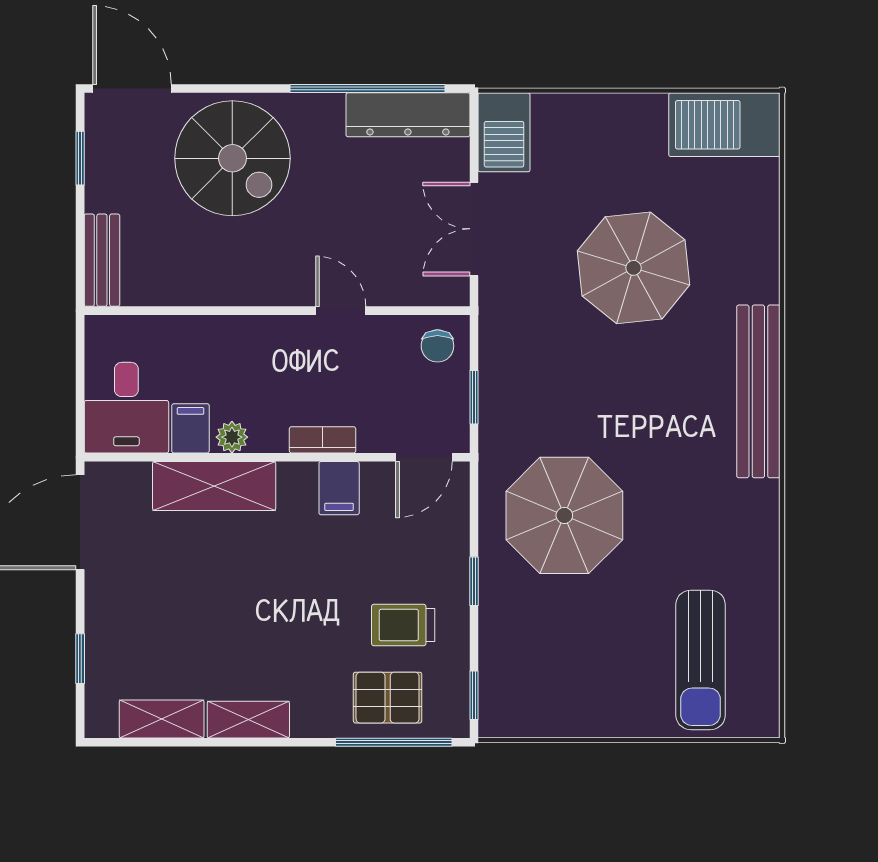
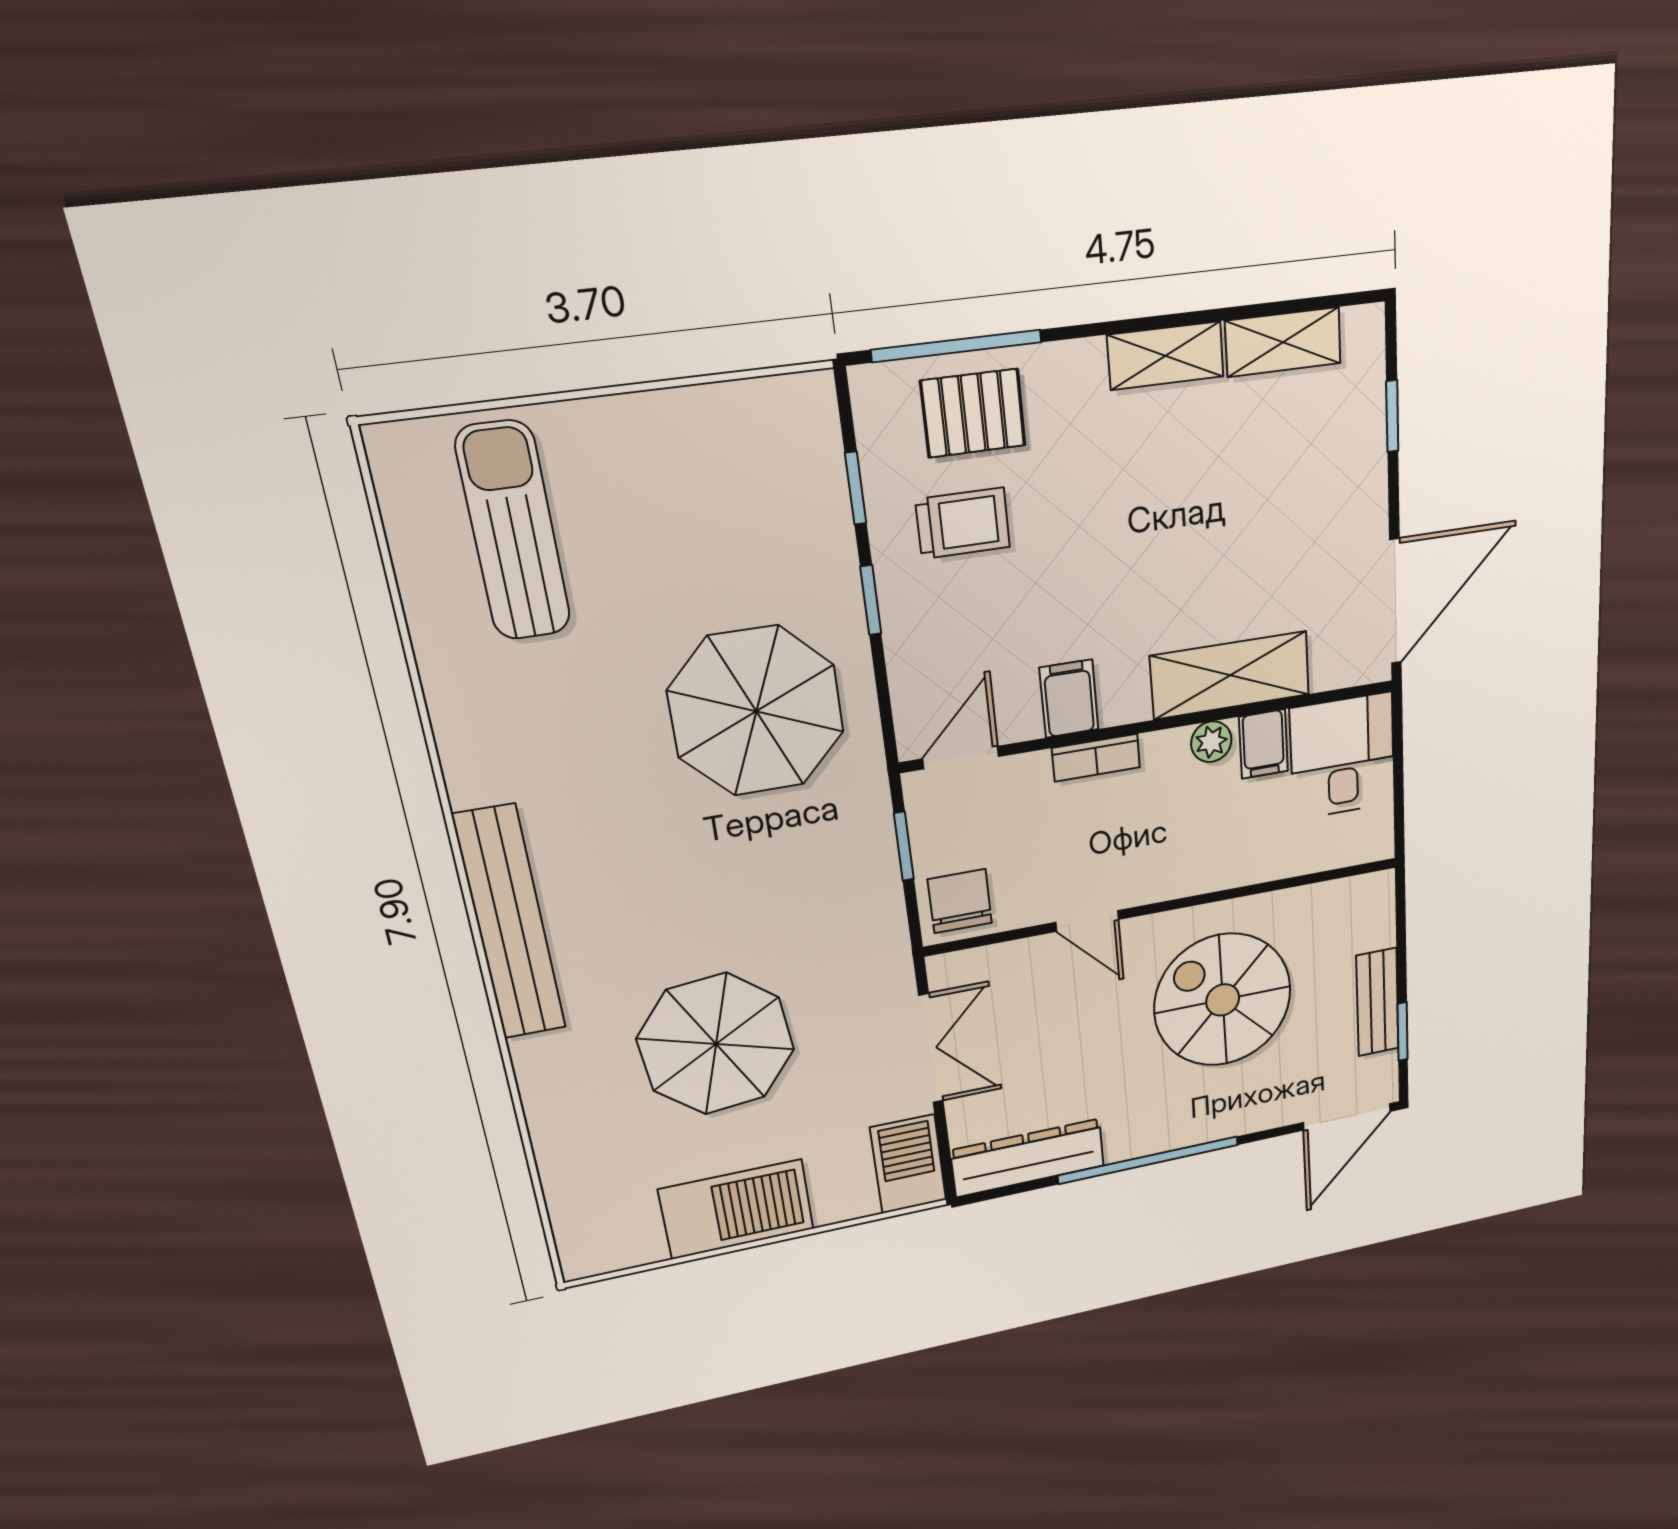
door: (132, 89) -> (1347, 1117), hinge flipped
window: (368, 89) -> (1149, 1160), moved
barbecue: (724, 125) -> (737, 1209), moved
spiral stairs: (232, 158) -> (1223, 1000), moved
bench: (102, 260) -> (1377, 1002), moved
chair: (437, 346) -> (960, 901), width x1.37, depth x1.37
window: (474, 695) -> (856, 488), moved

